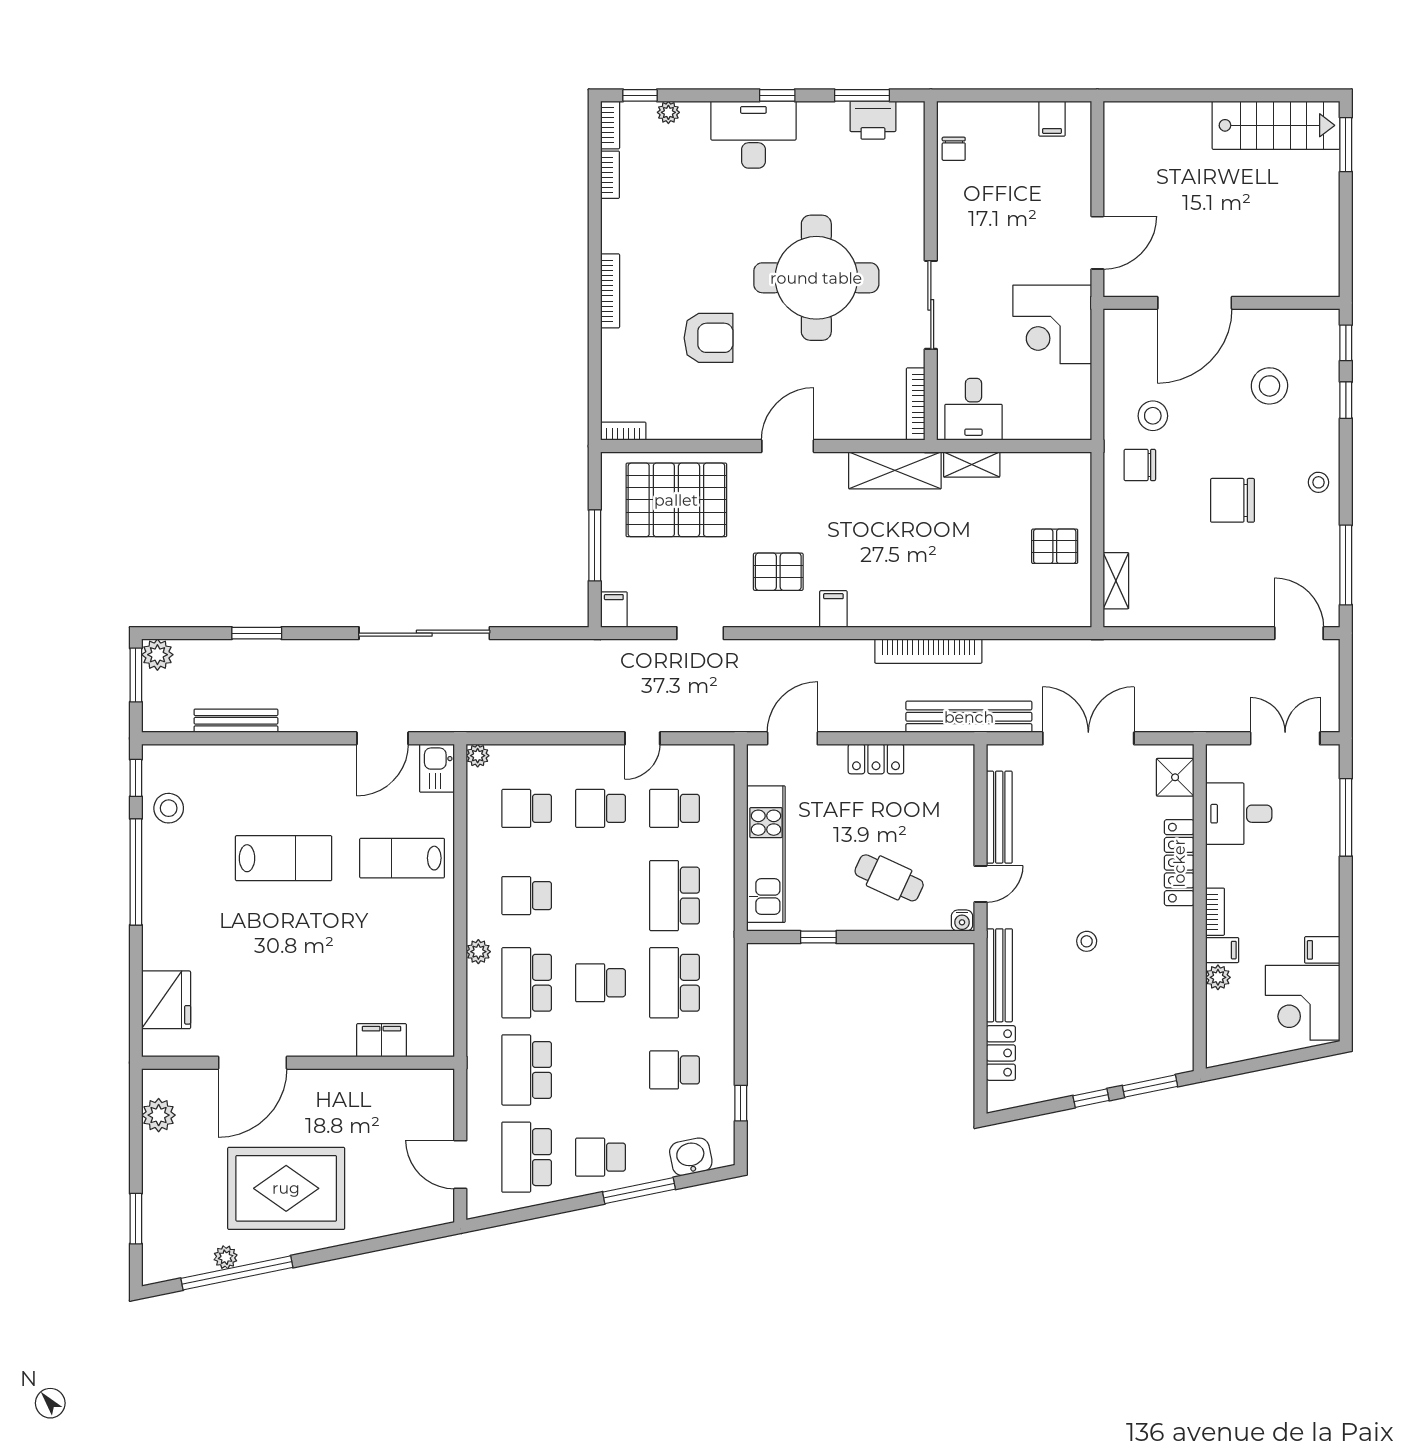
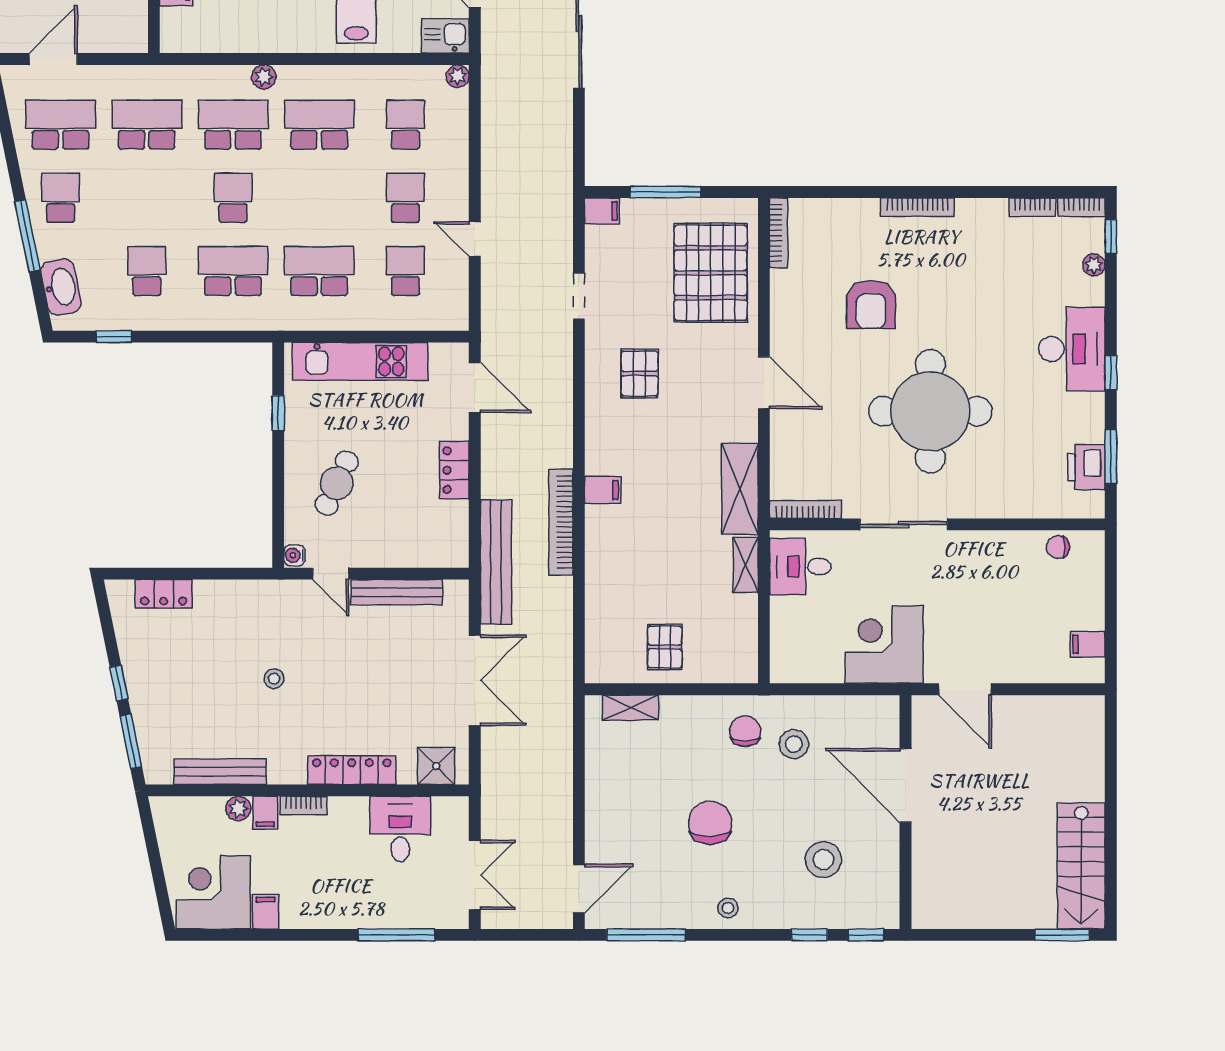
bookcase: (623, 431) -> (779, 233), width x1.56
filing cabinet: (833, 609) -> (603, 490), moved
school desk: (527, 896) -> (319, 125), width x1.85
bench: (999, 975) -> (220, 772), moved
washbasin: (691, 1157) -> (61, 287), width x1.38

